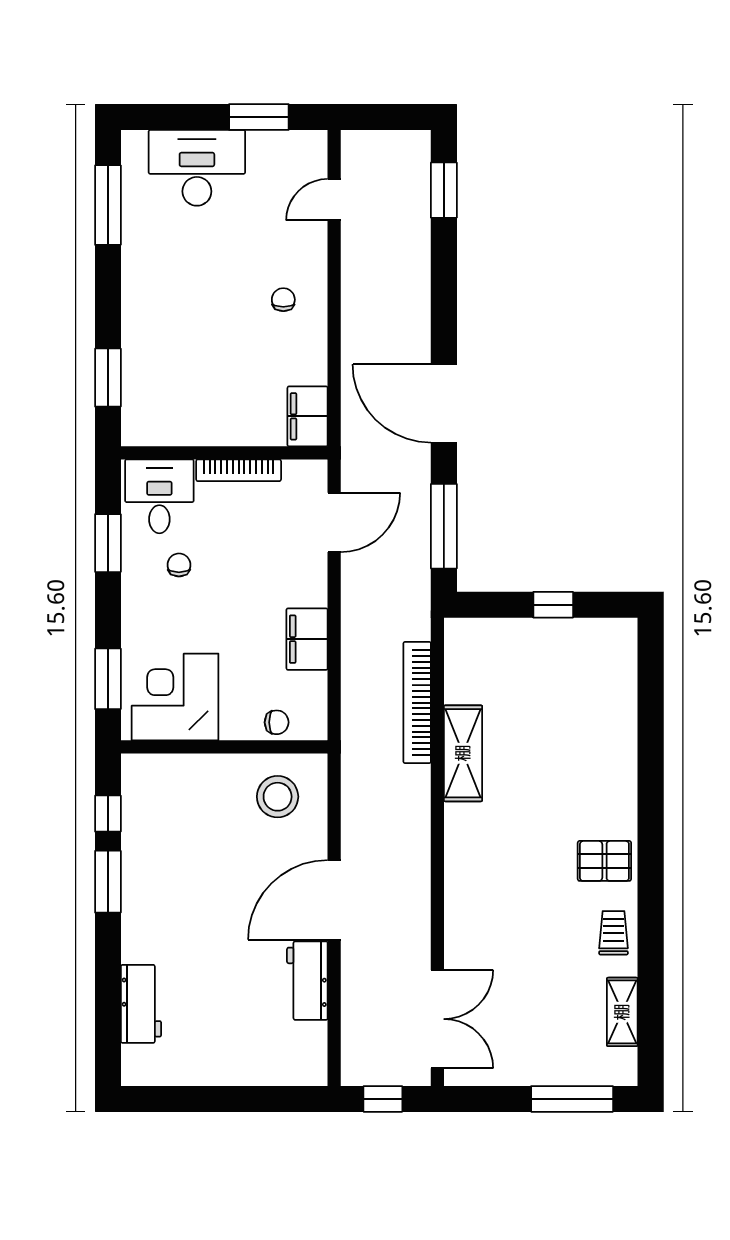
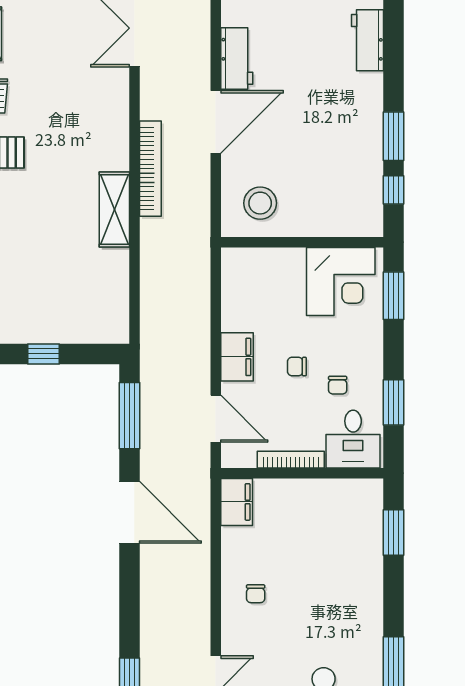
door: (334, 522) -> (216, 419), swing flipped
filing cabinet: (307, 639) -> (237, 357), moved
bookcase: (417, 703) -> (150, 169), moved
chair: (277, 722) -> (297, 367), moved
shelving: (463, 753) -> (114, 209), moved

